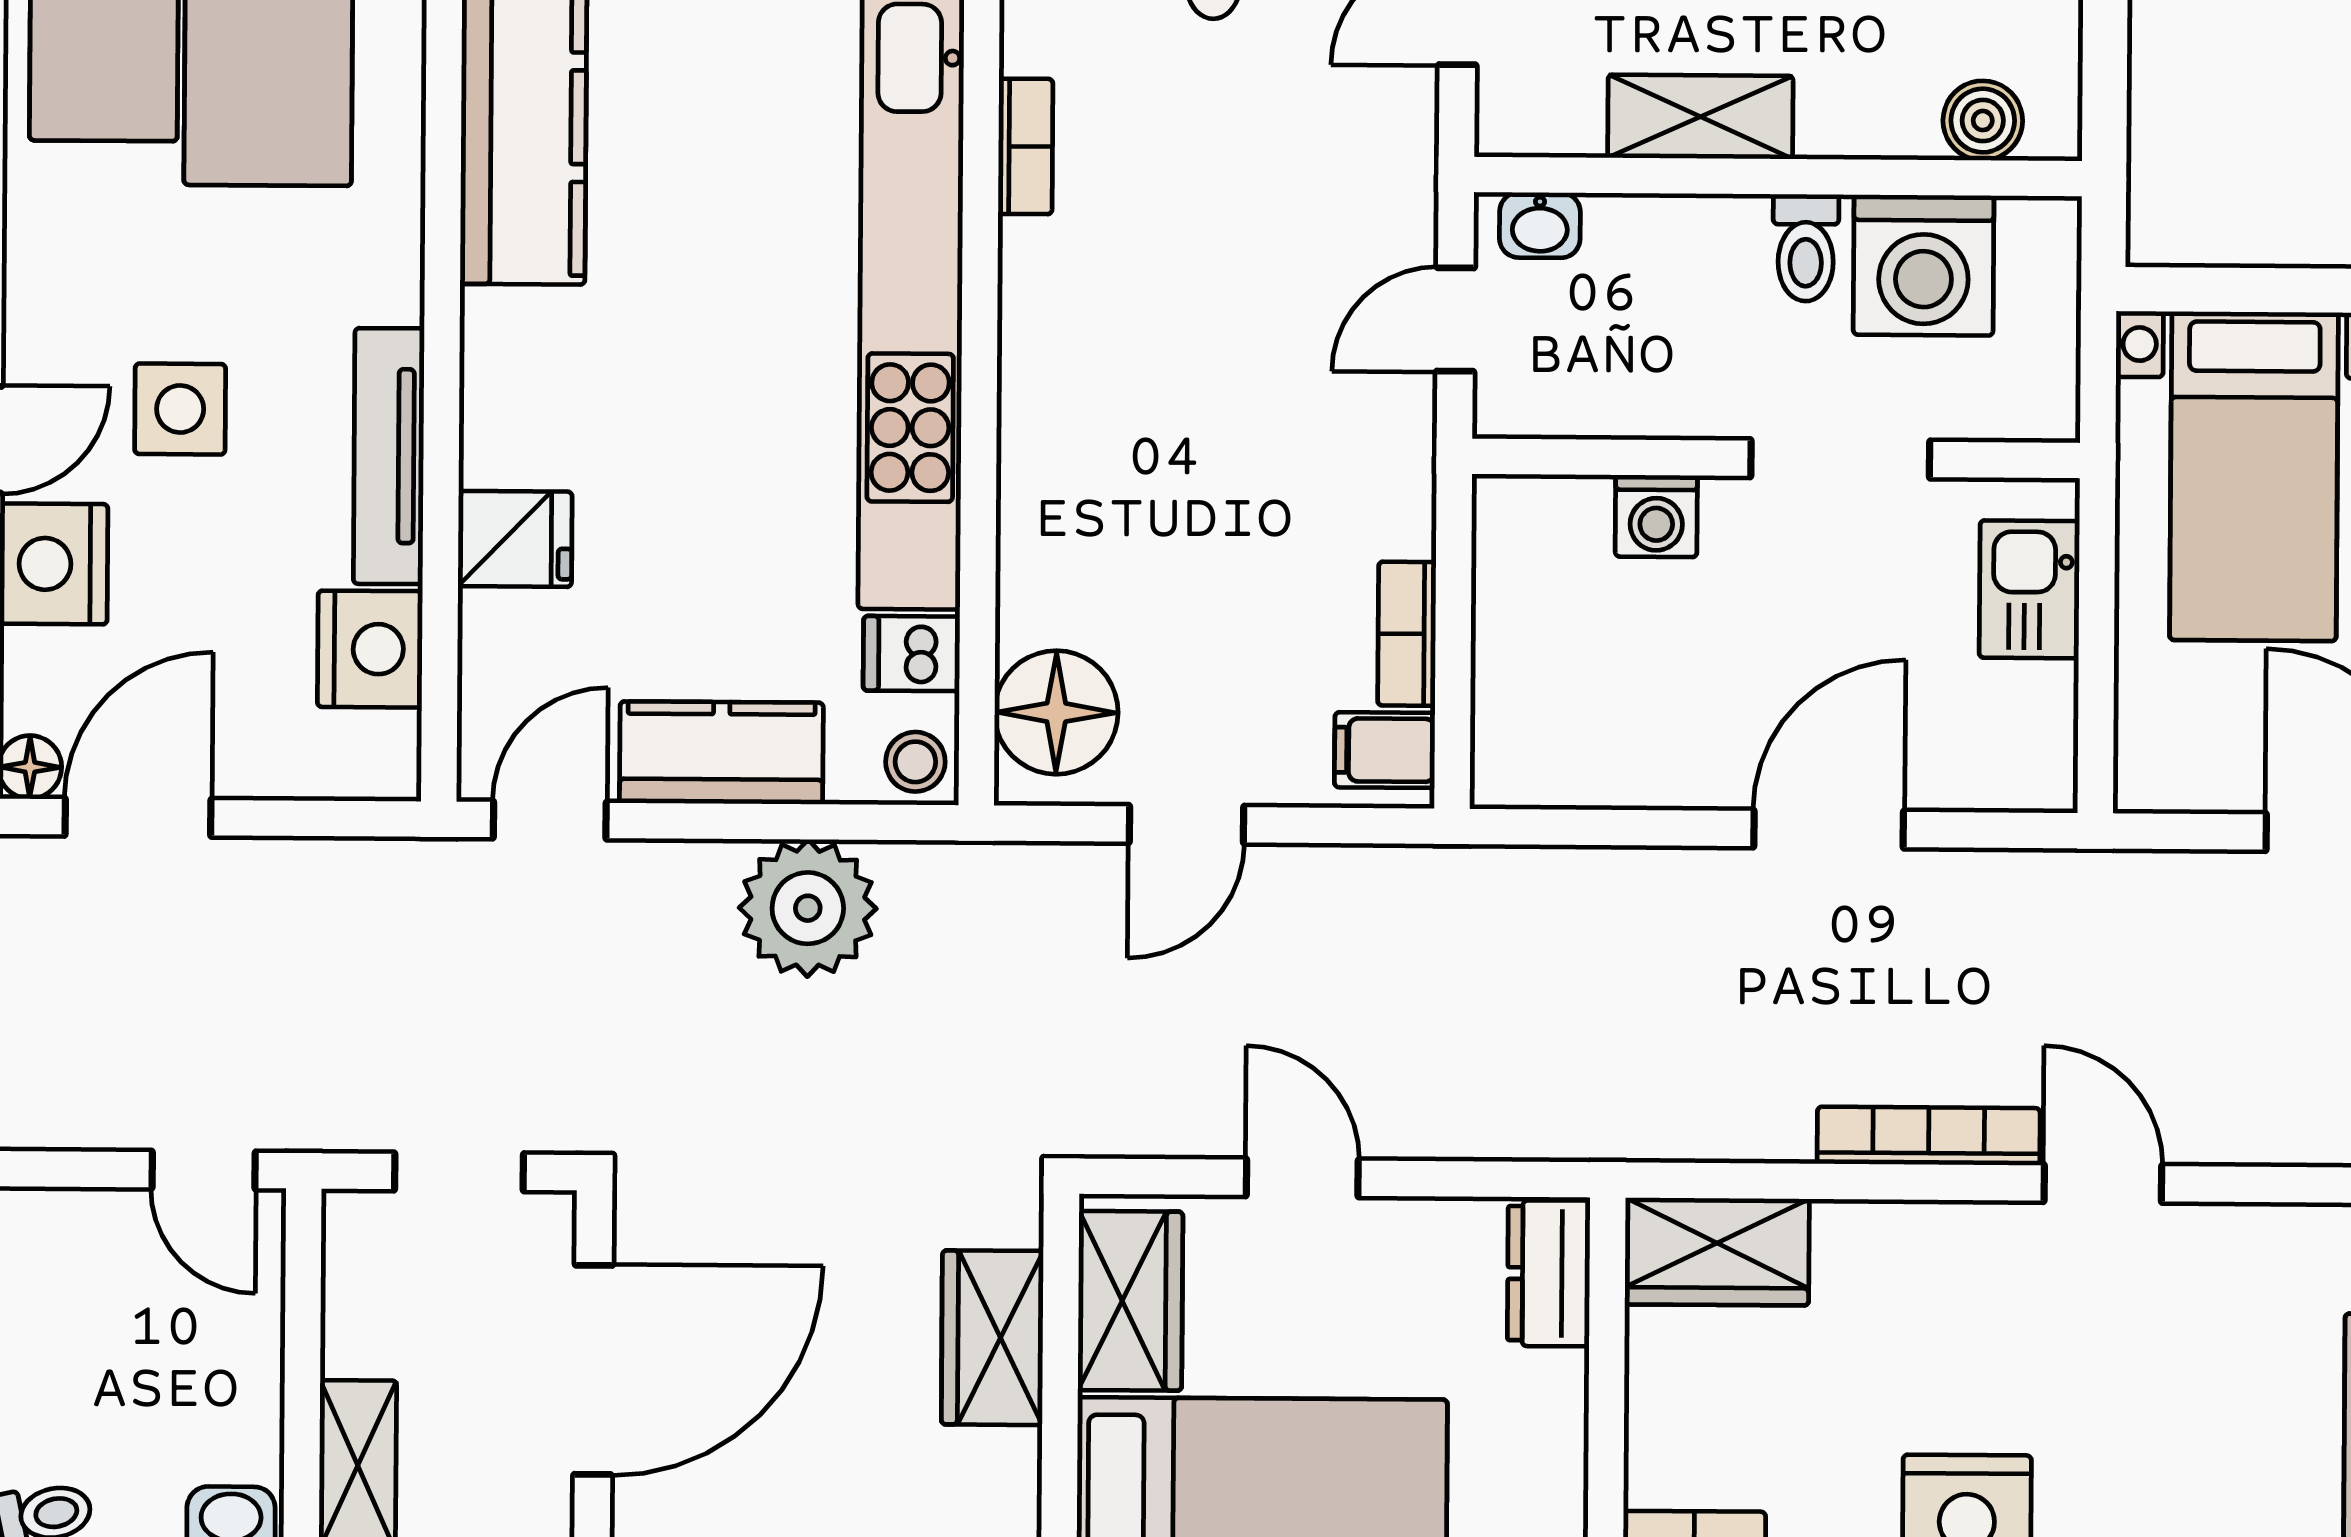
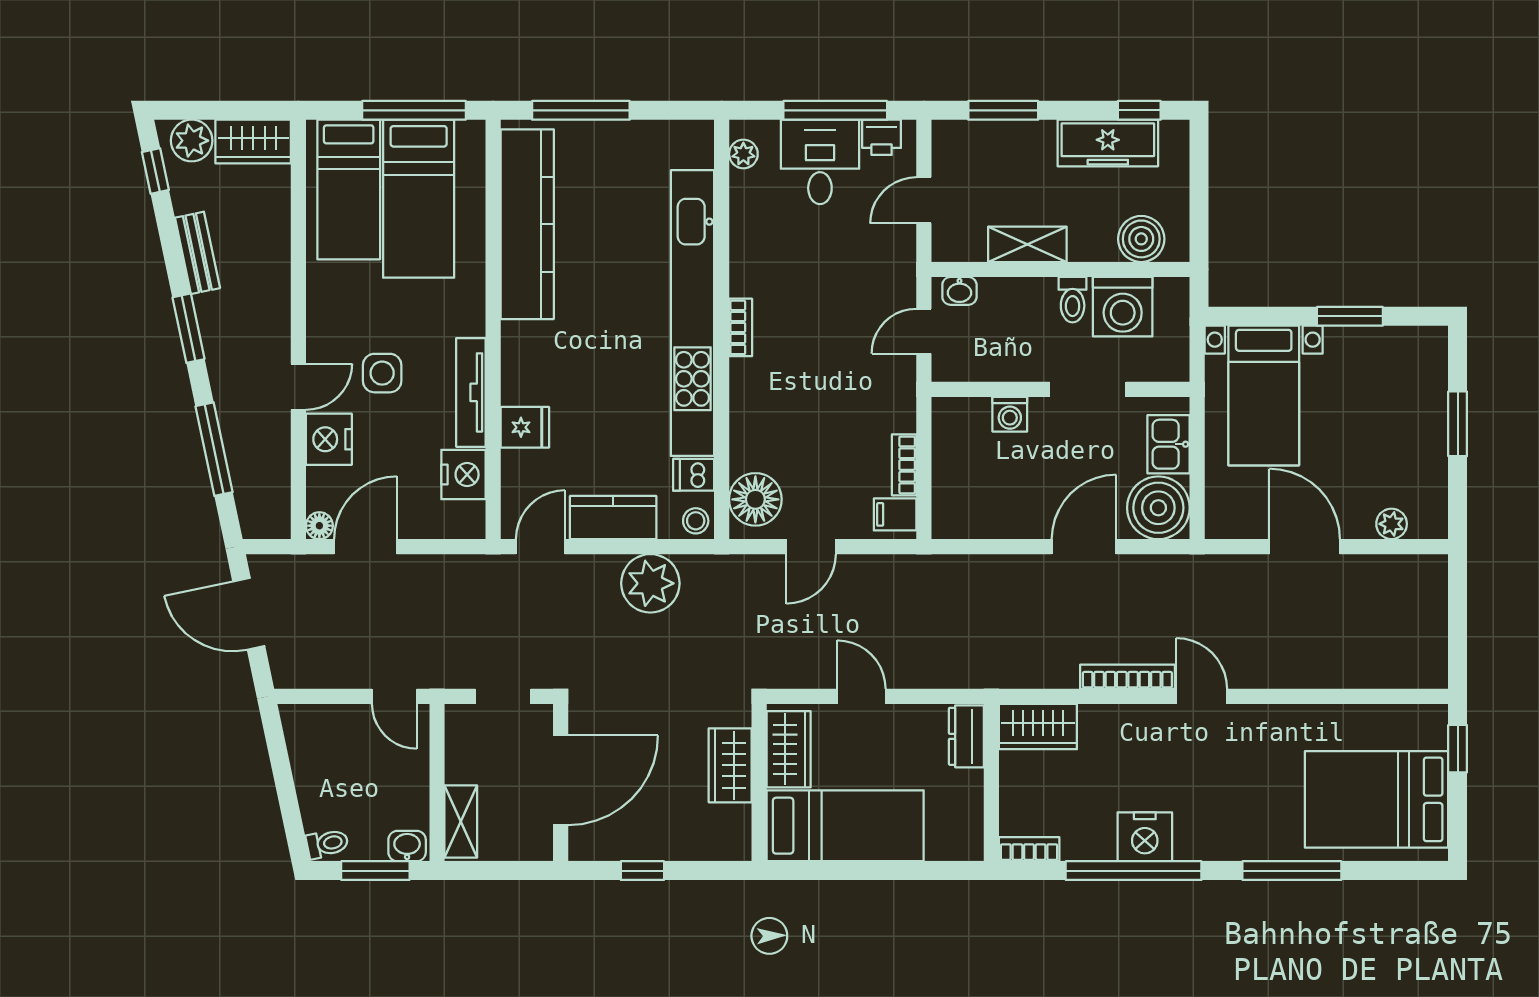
boiler: (1983, 121) -> (1141, 239), width x1.36, depth x1.36
bookcase: (1025, 146) -> (741, 327), moved
boiler: (2004, 739) -> (1158, 508), added

